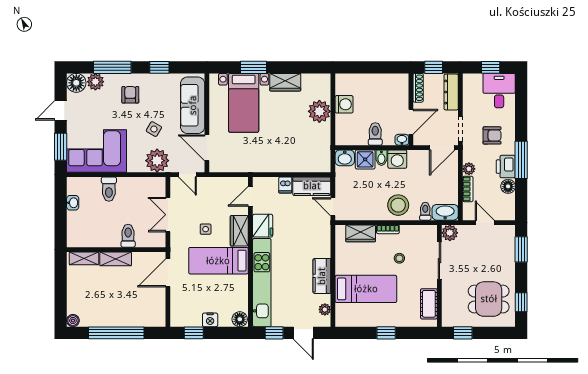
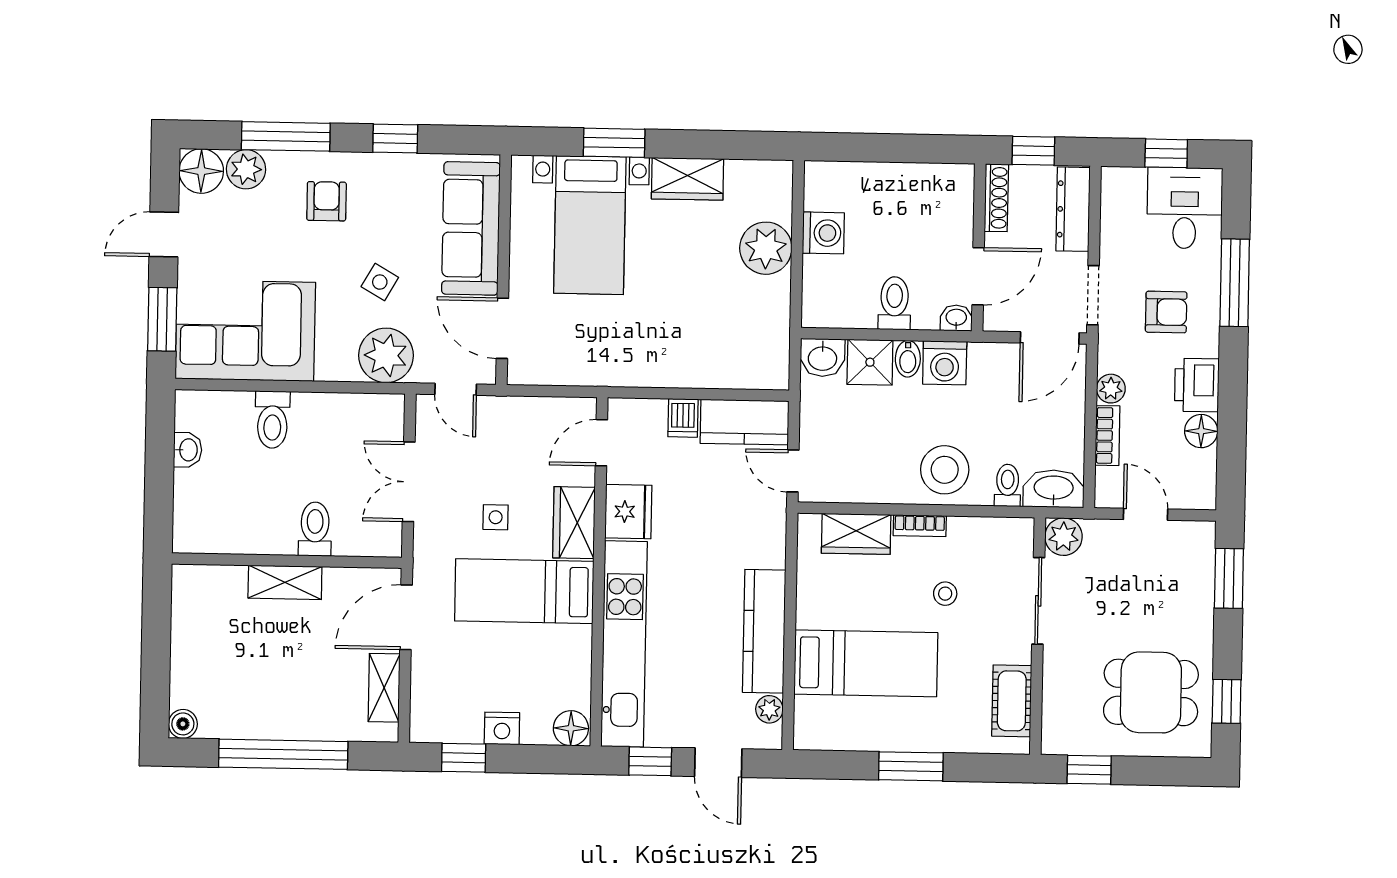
window: (521, 160) -> (1235, 283), moved
shelving: (84, 258) -> (384, 688), moved, turned 90
kitchen counter: (322, 276) -> (764, 631), width x1.50
window: (386, 333) -> (911, 766), width x1.50

